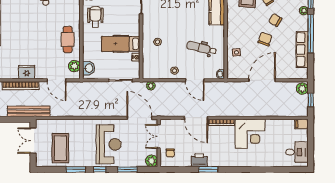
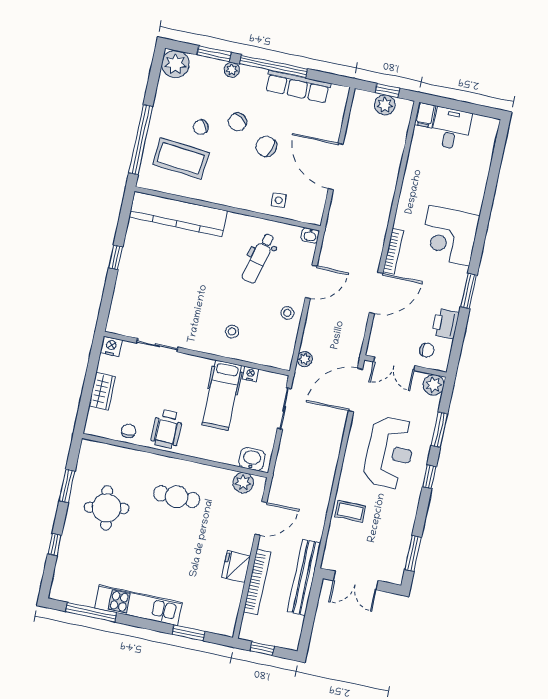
wheelchair: (95, 17) -> (167, 429), turned -90
cafe table: (68, 40) -> (177, 497), moved
plant: (302, 89) -> (385, 105), moved
corner desk: (250, 134) -> (449, 235), moved, turned 180
reception desk: (109, 144) -> (390, 453), turned 90
coffee table: (60, 148) -> (350, 511), moved, width x0.54, depth x0.58
desk: (297, 152) -> (451, 128), moved
printer: (199, 160) -> (445, 324), moved
window: (76, 169) -> (413, 553), moved

